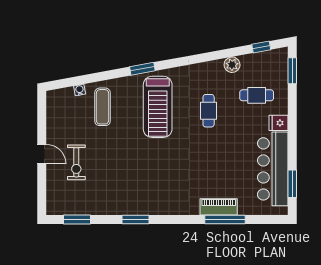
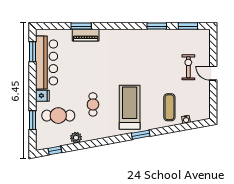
window: (292, 71) -> (33, 120), moved
cafe table: (257, 95) -> (58, 116), width x1.37, depth x1.35
window: (136, 219) -> (157, 26), moved
window: (225, 219) -> (81, 26), width x0.69

